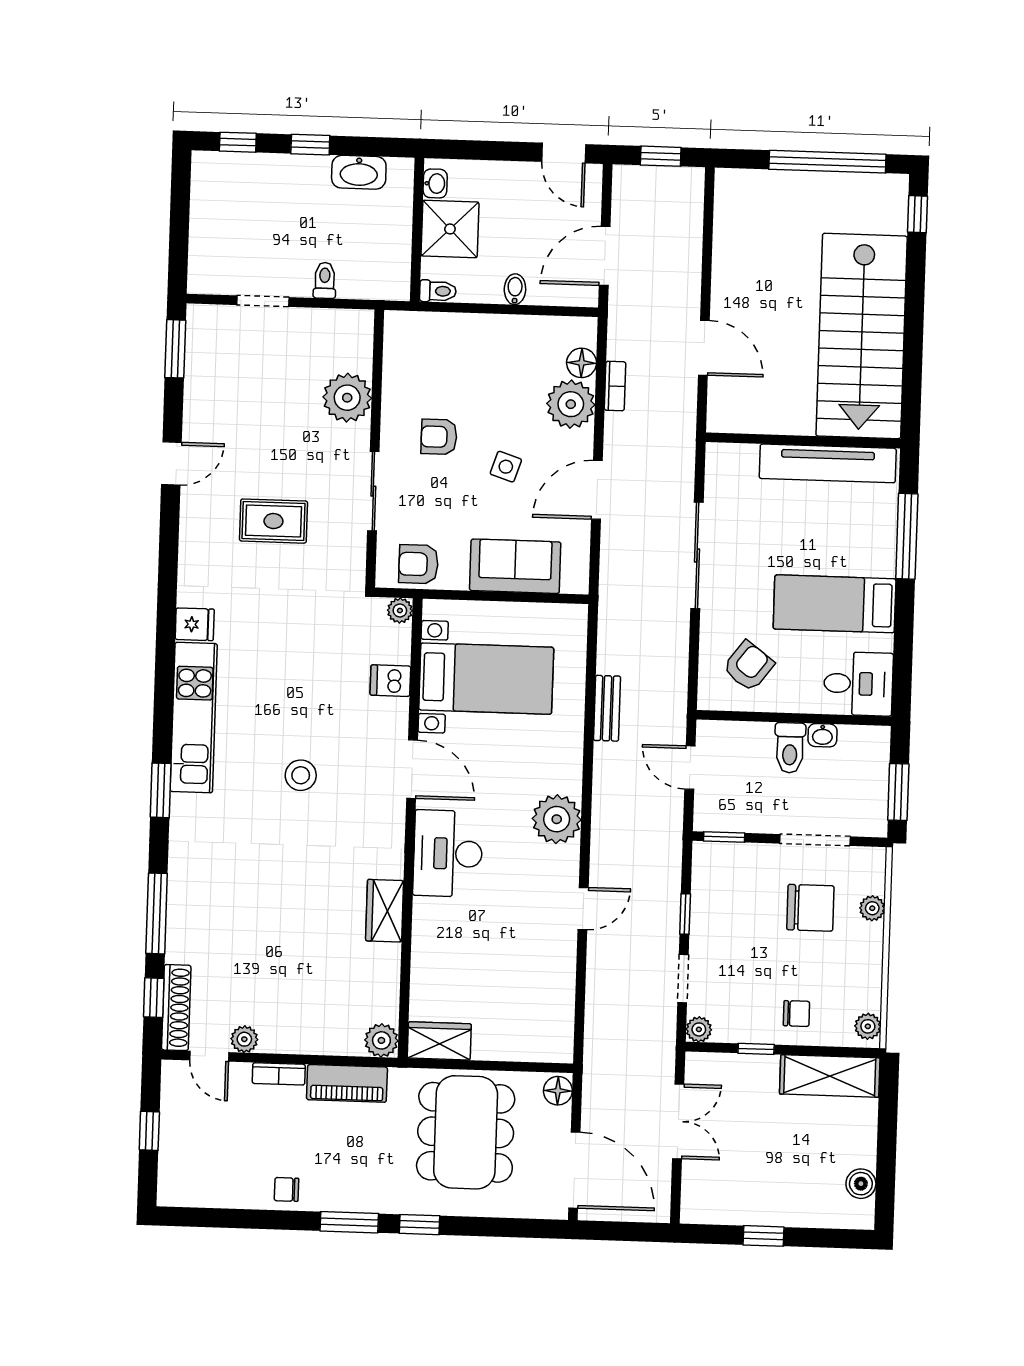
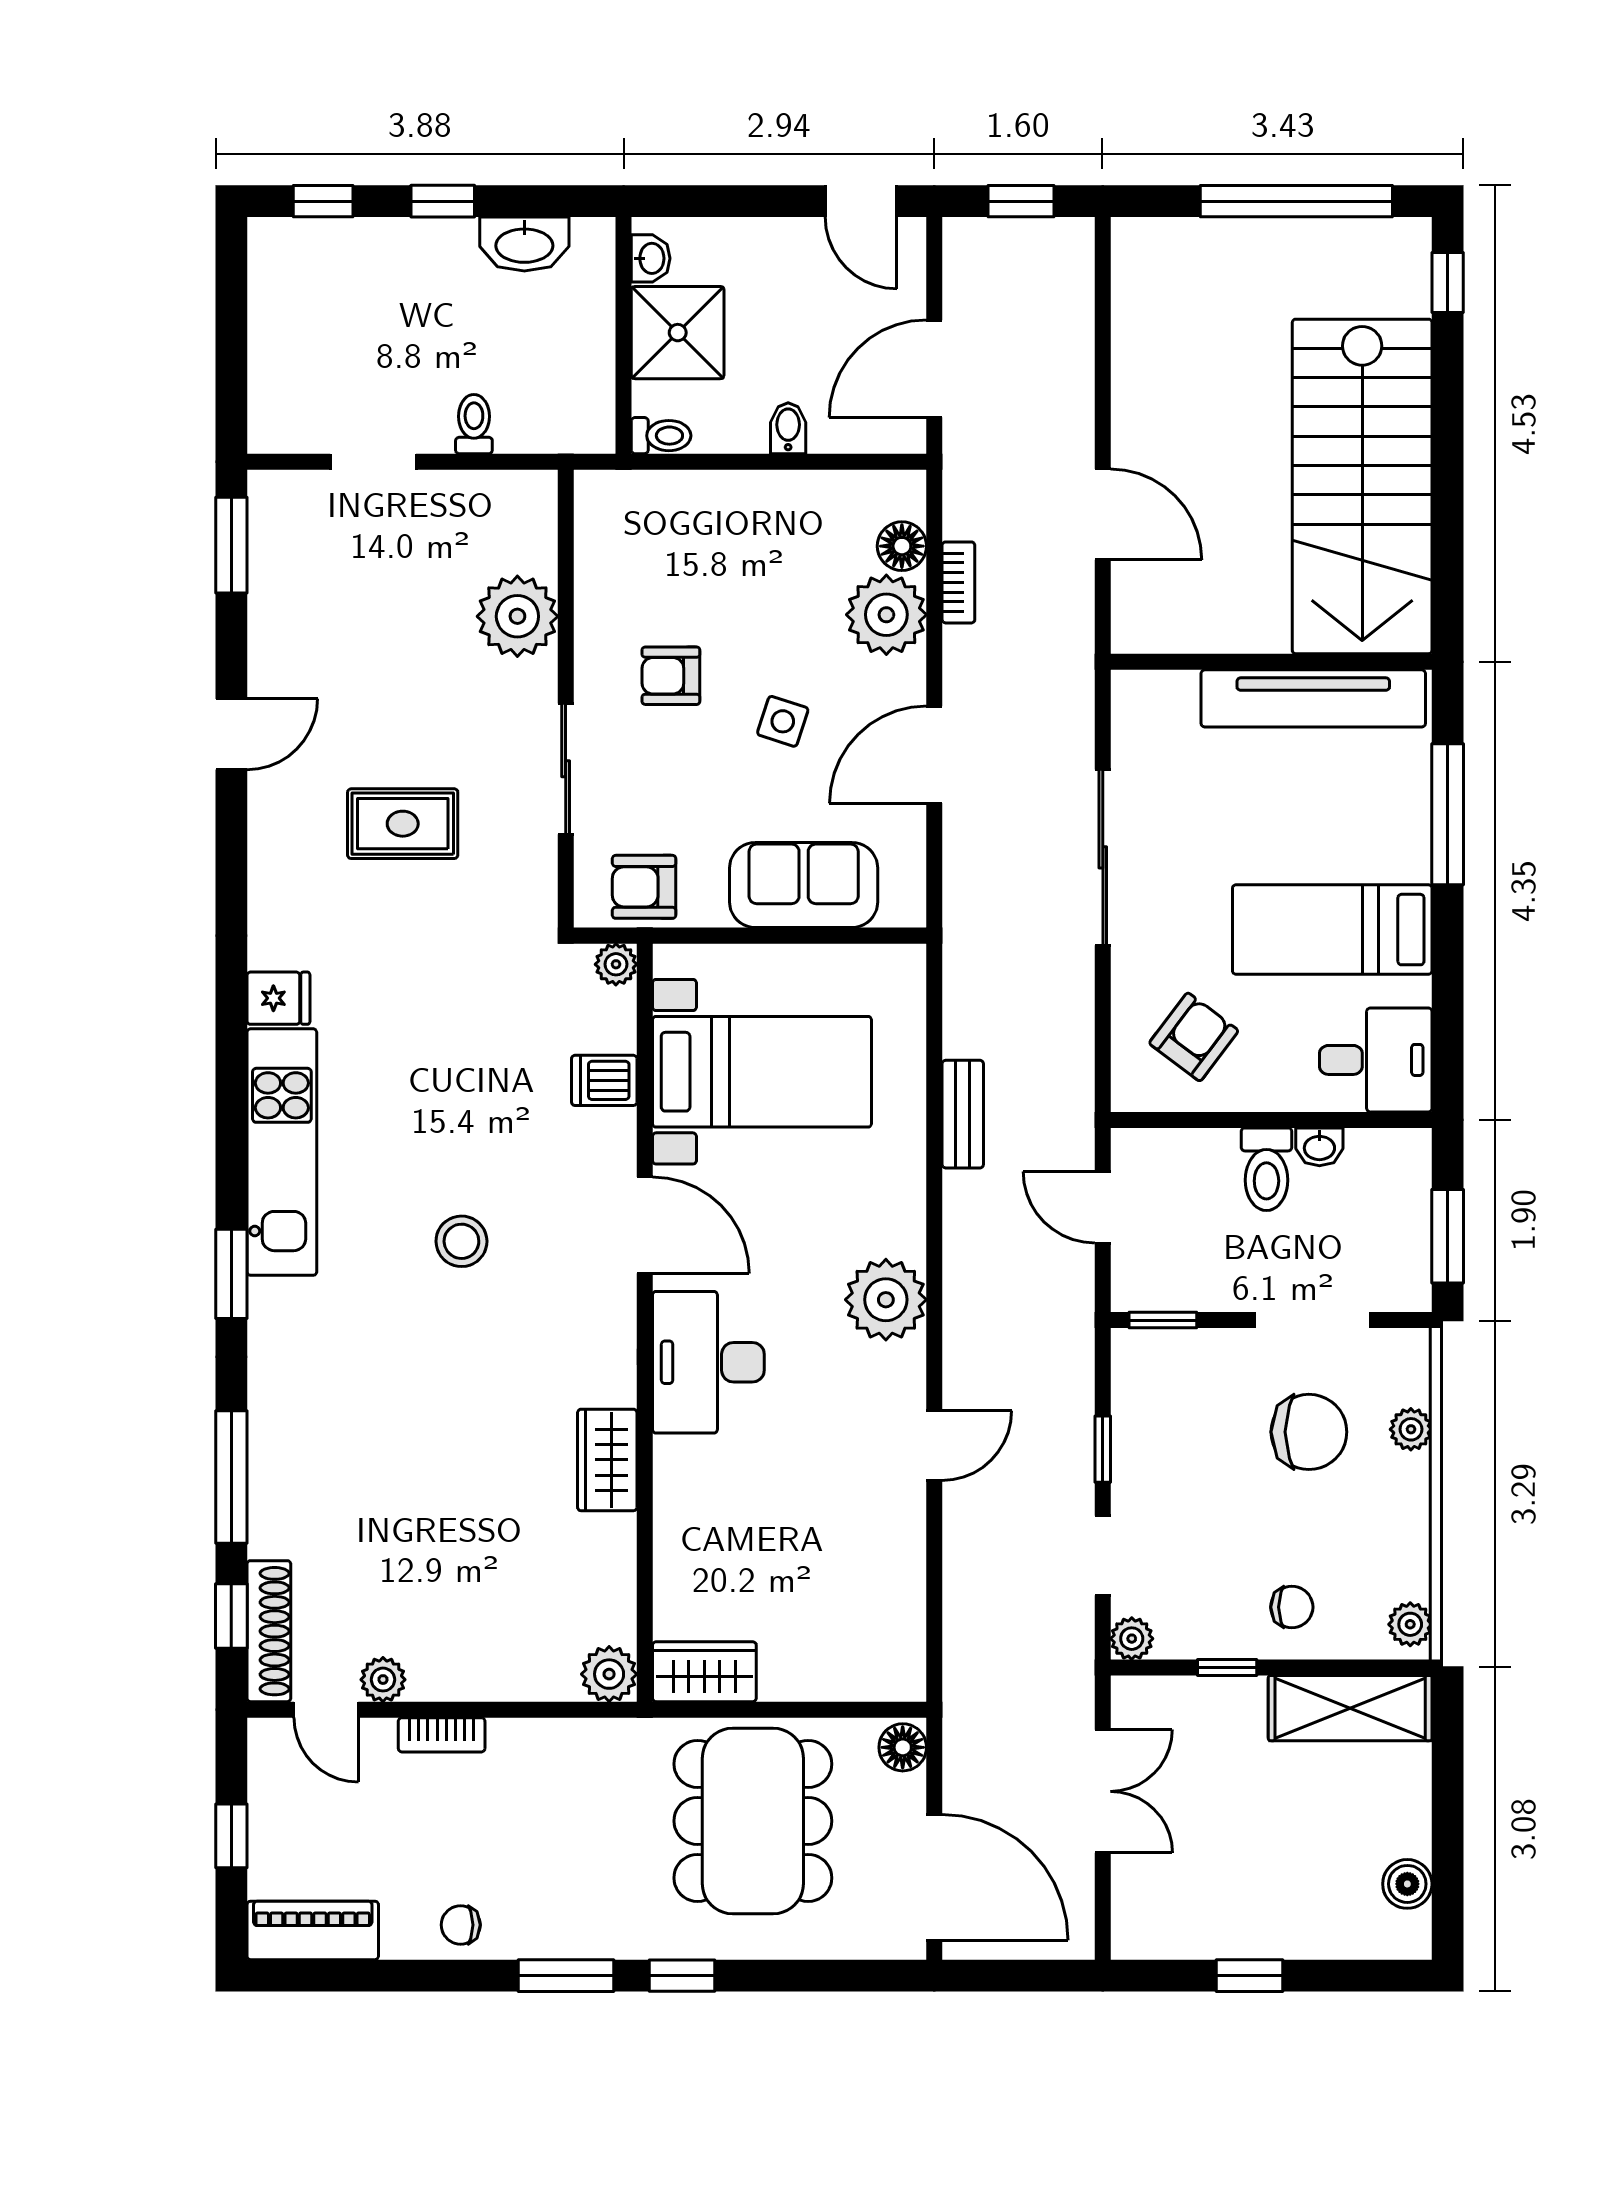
piano: (347, 1083) -> (313, 1930), moved, turned 180

